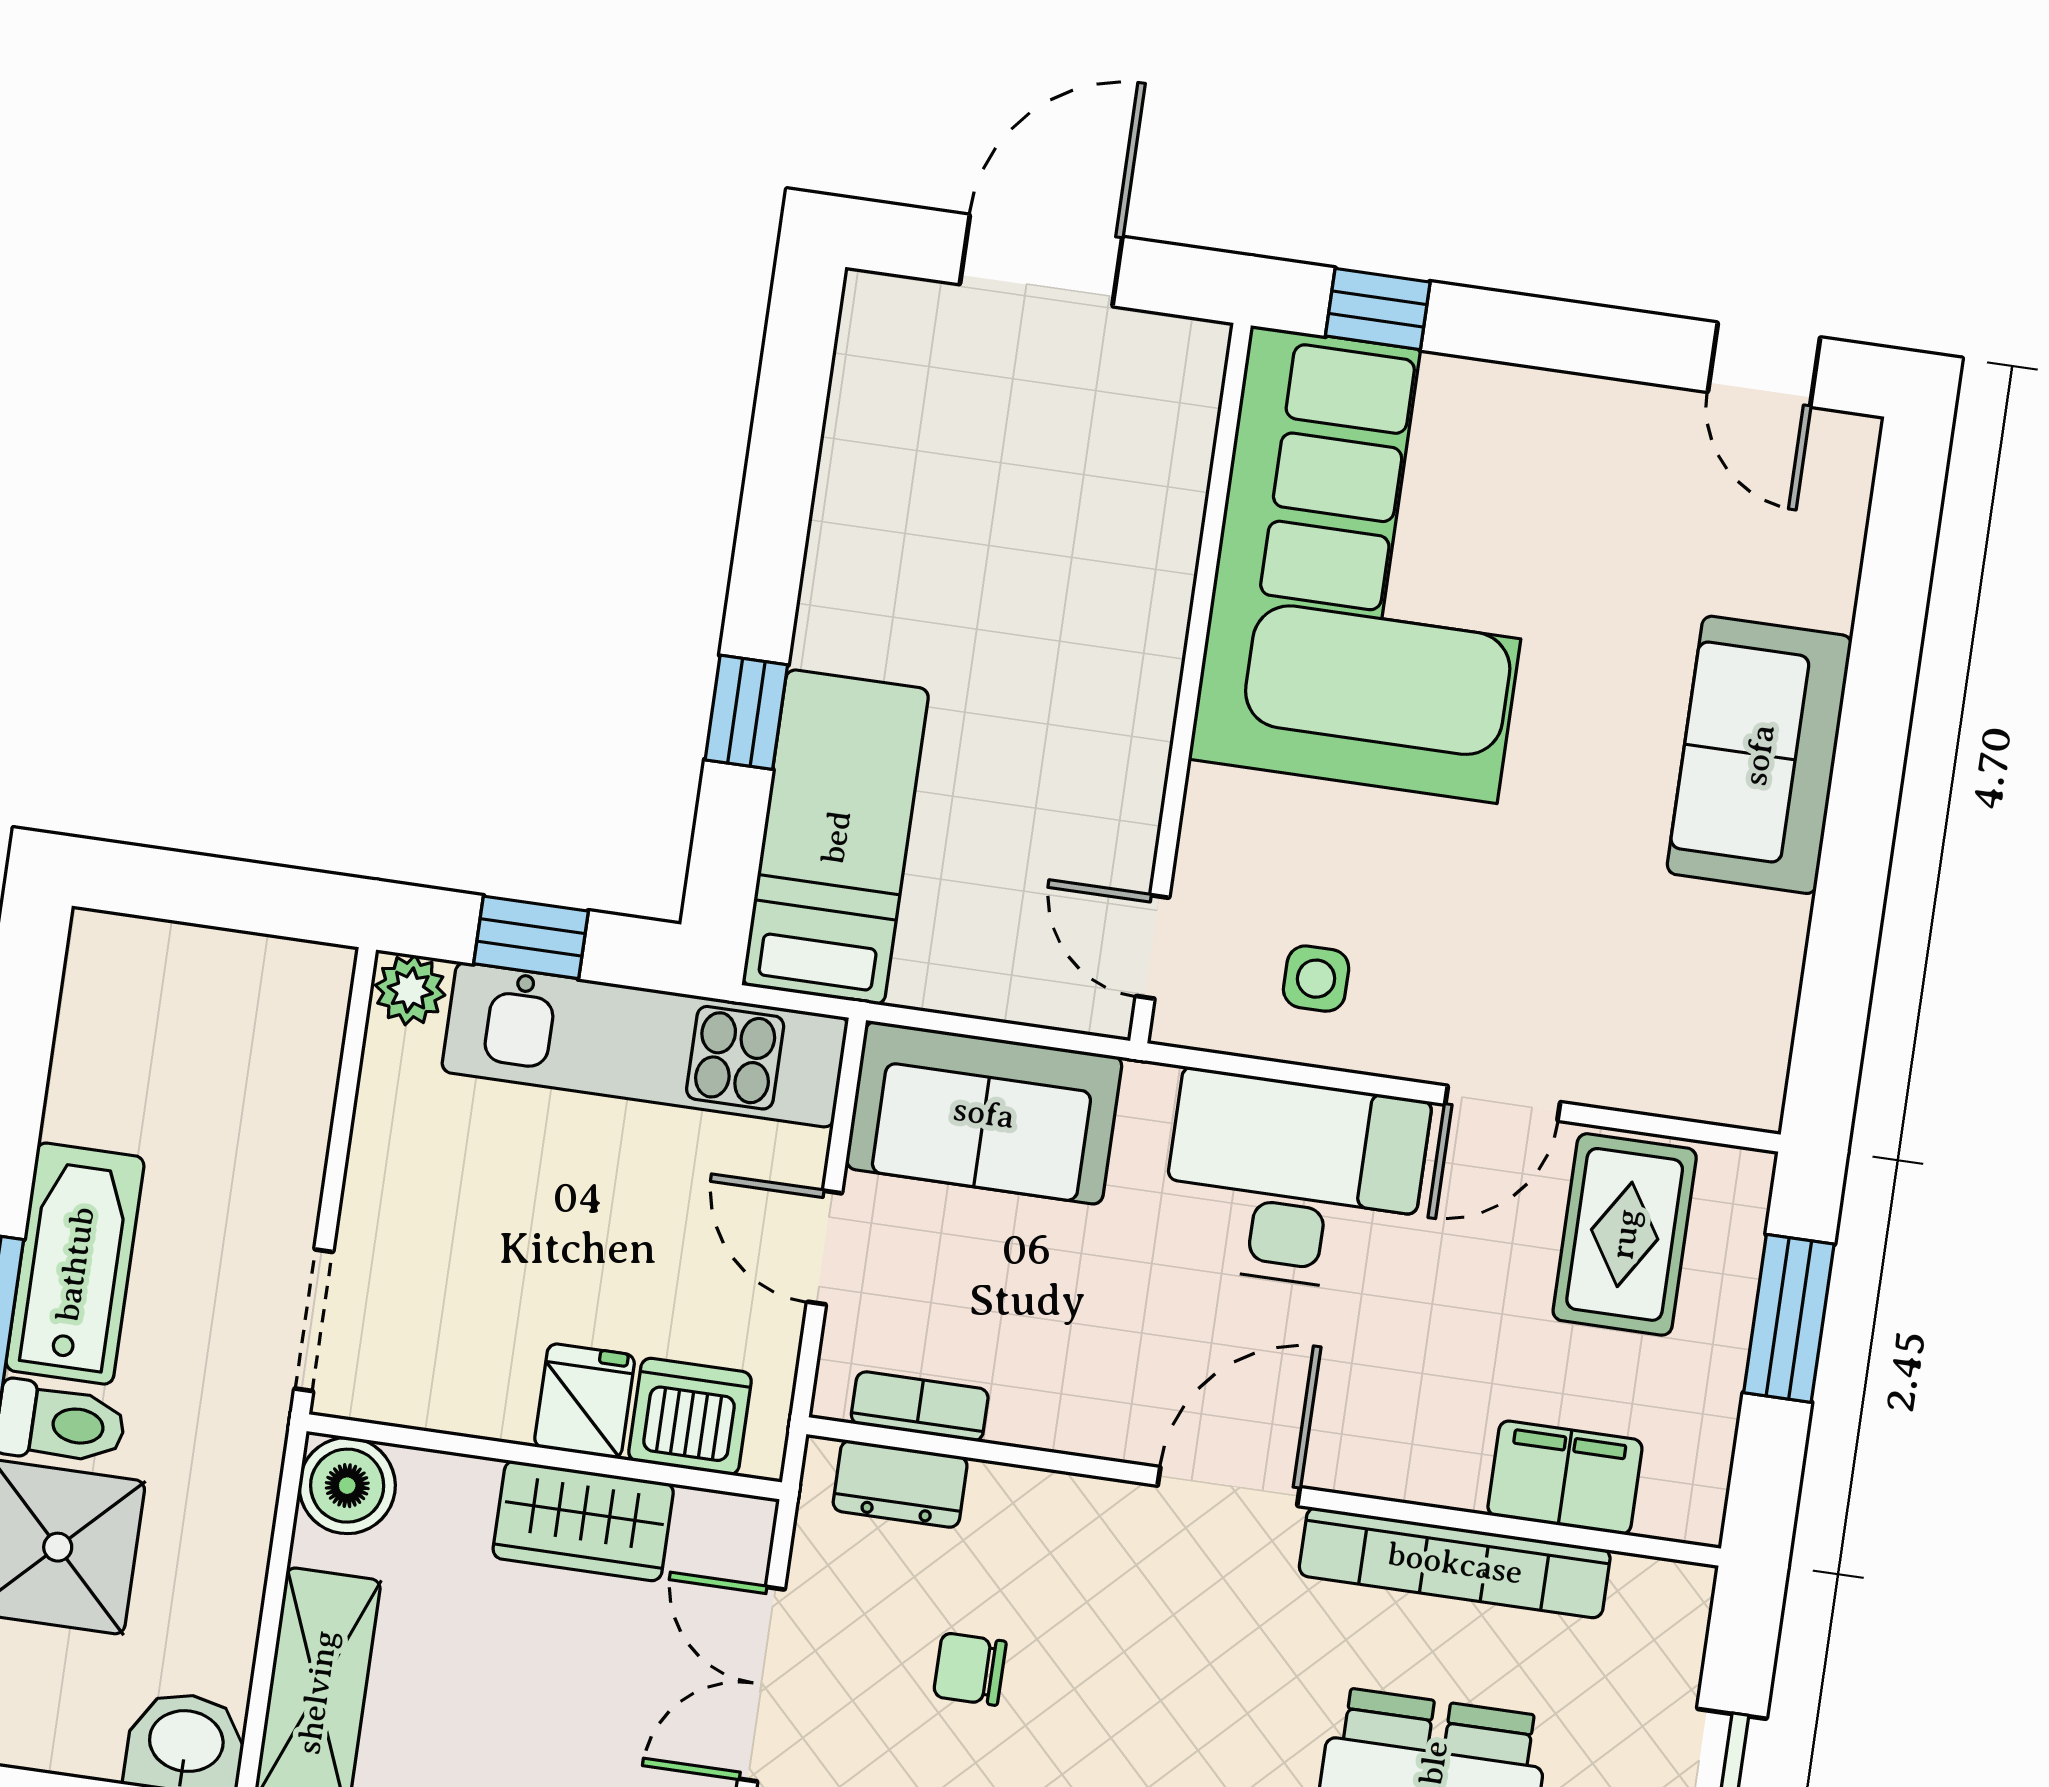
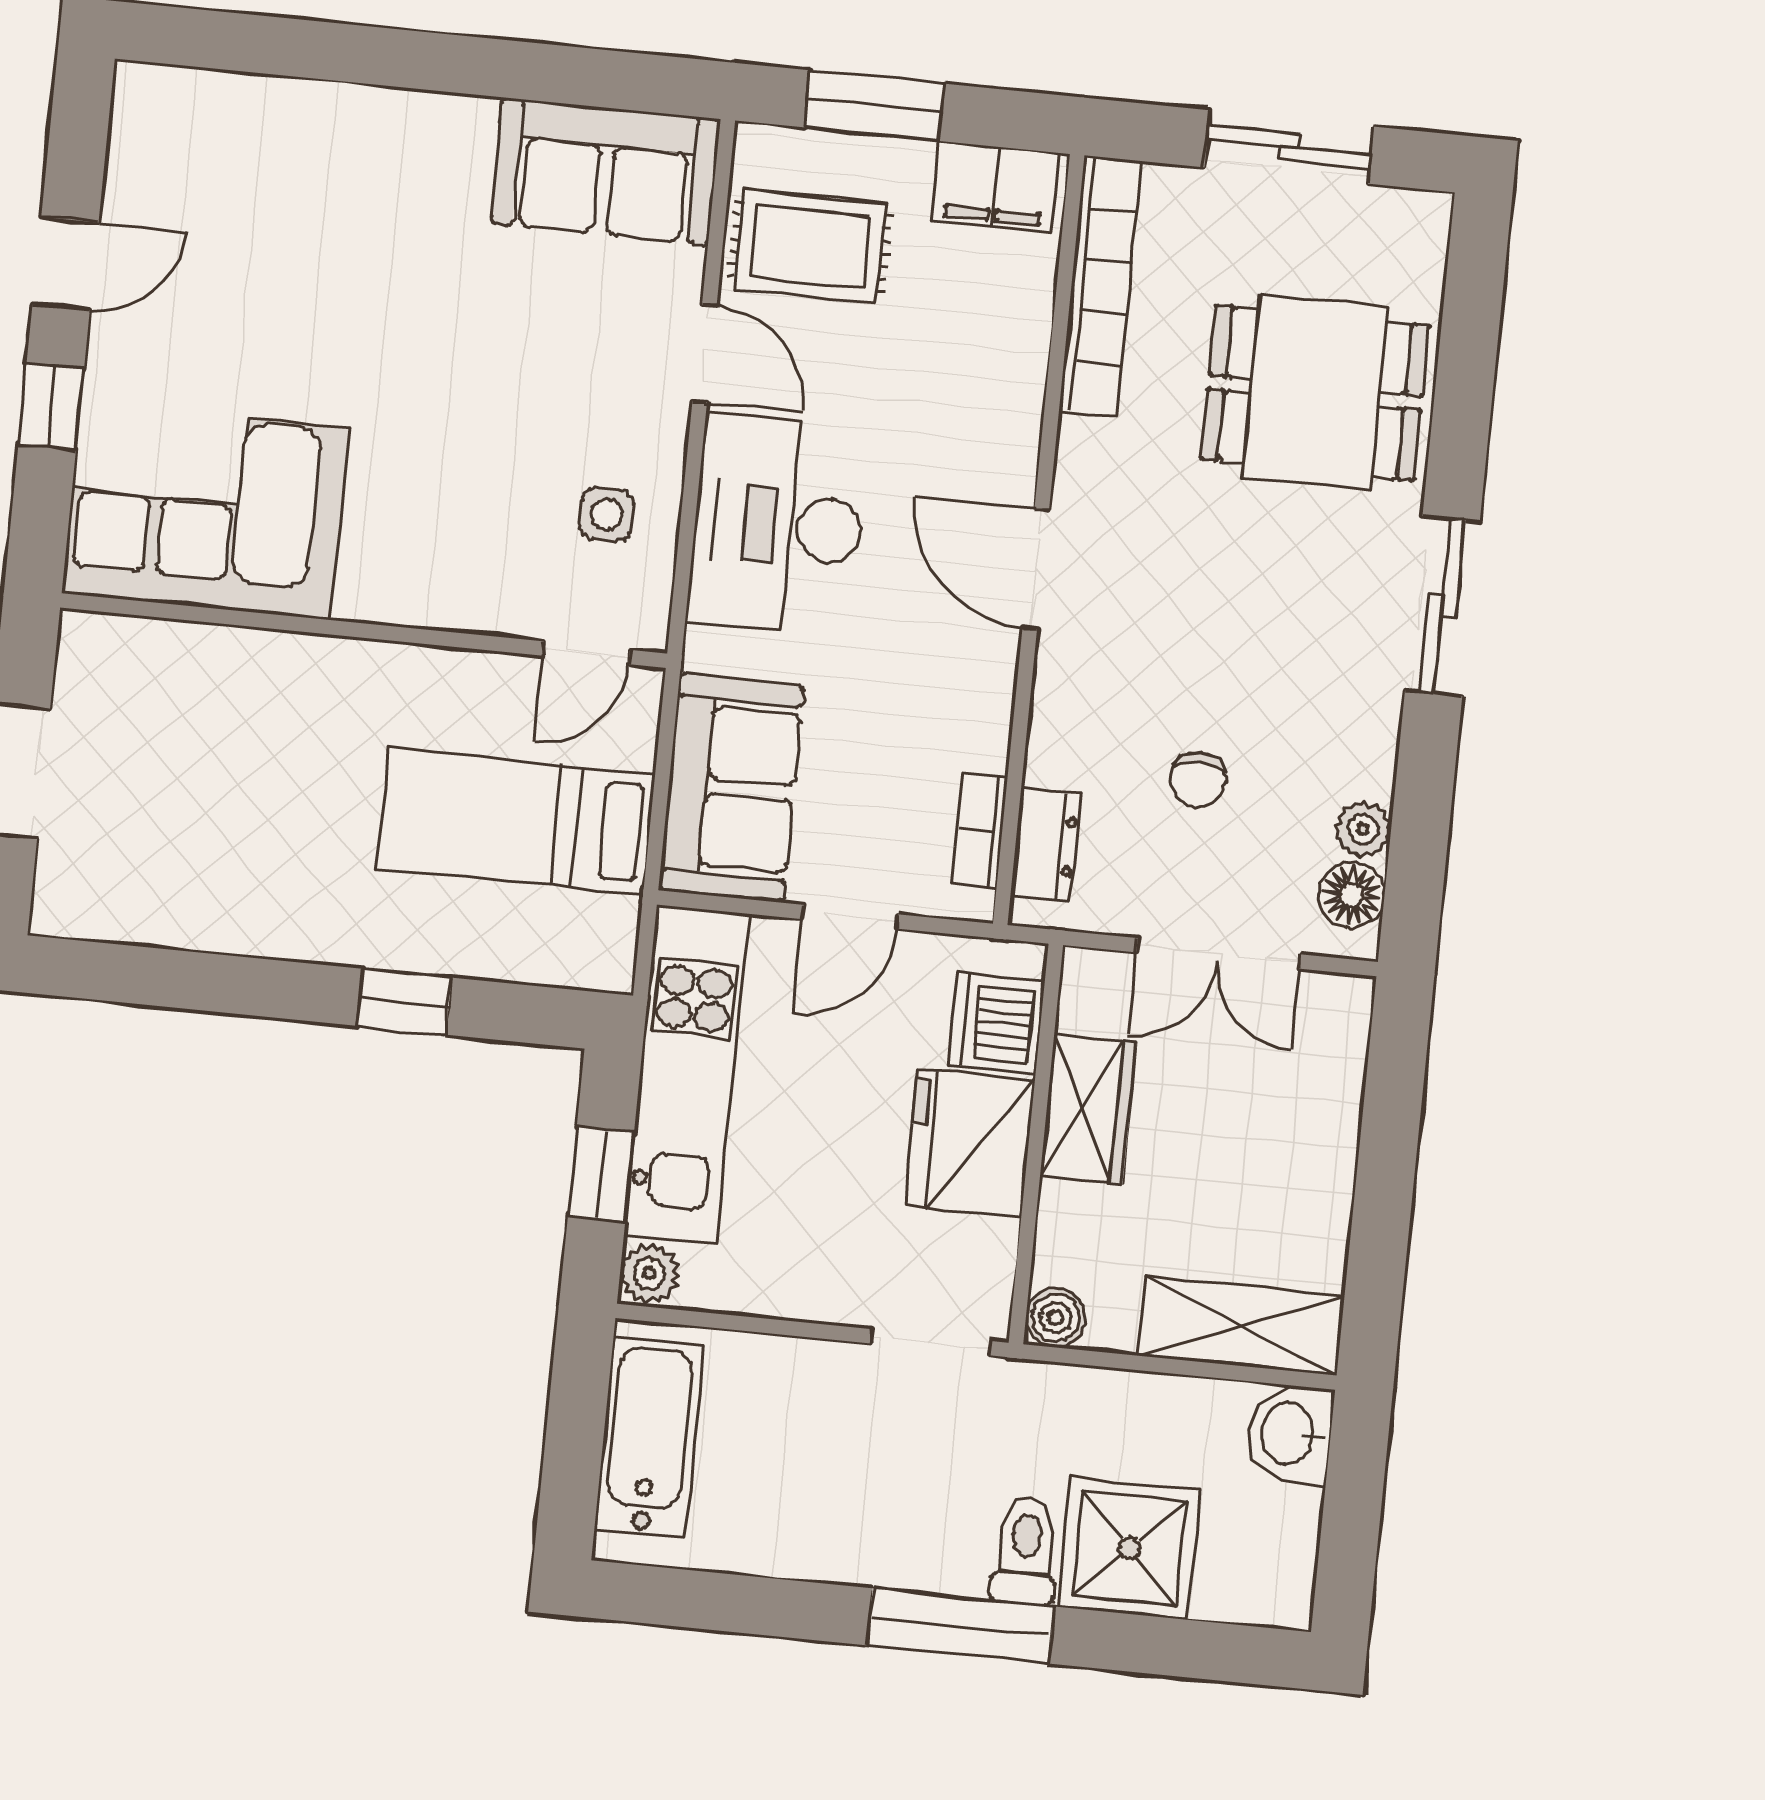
window: (1378, 309) -> (51, 406), moved
door: (1764, 365) -> (66, 264), moved
corner sofa: (1374, 564) -> (205, 511), width x0.73, depth x0.74
sofa: (1759, 755) -> (605, 171), moved
bed: (836, 837) -> (516, 821), moved
bathtub: (75, 1264) -> (649, 1438), moved, turned 90
fridge: (585, 1401) -> (969, 1143), width x1.88, depth x1.34
filing cabinet: (1565, 1478) -> (995, 187), moved, turned -90
boiler: (347, 1486) -> (1056, 1318), width x0.73, depth x0.73
bookcase: (1455, 1563) -> (1100, 286), moved

